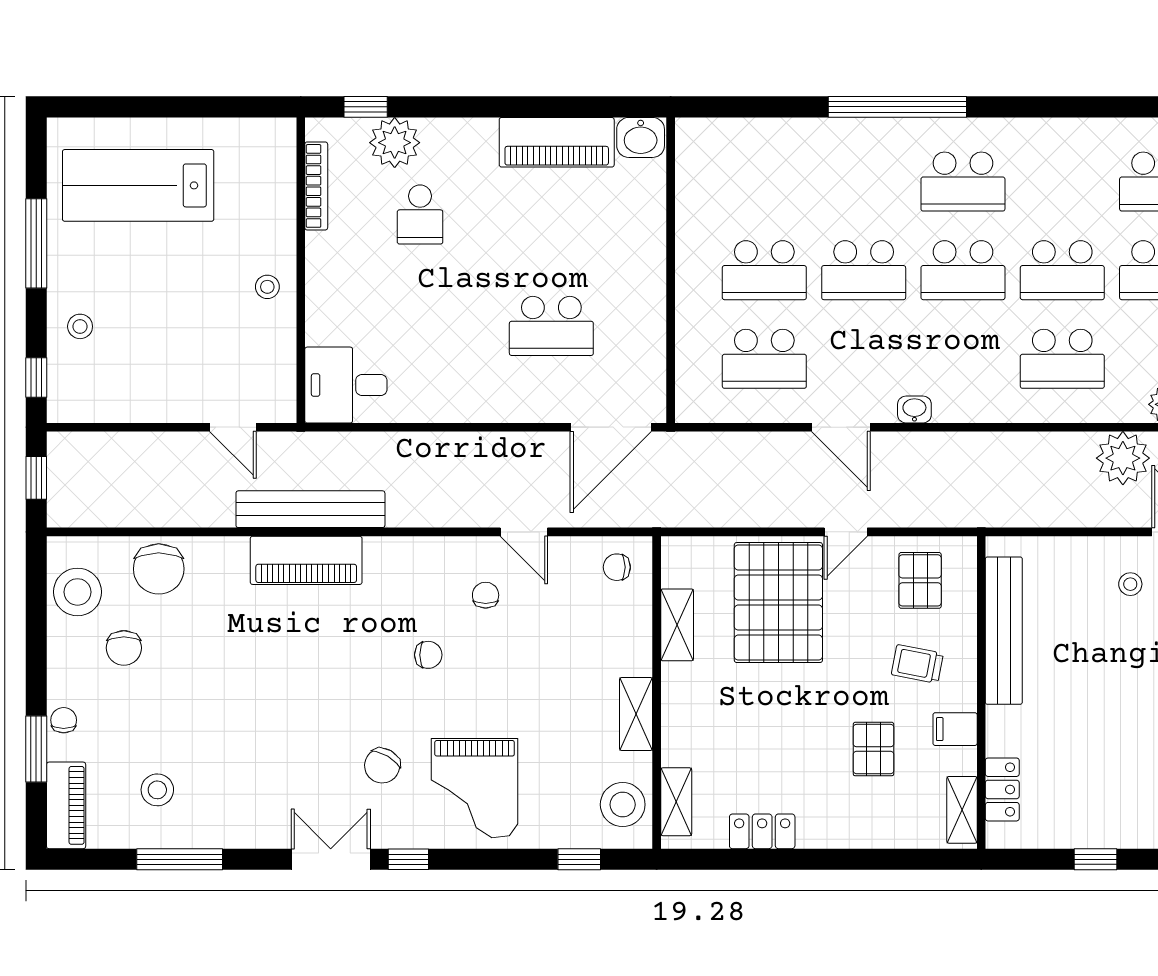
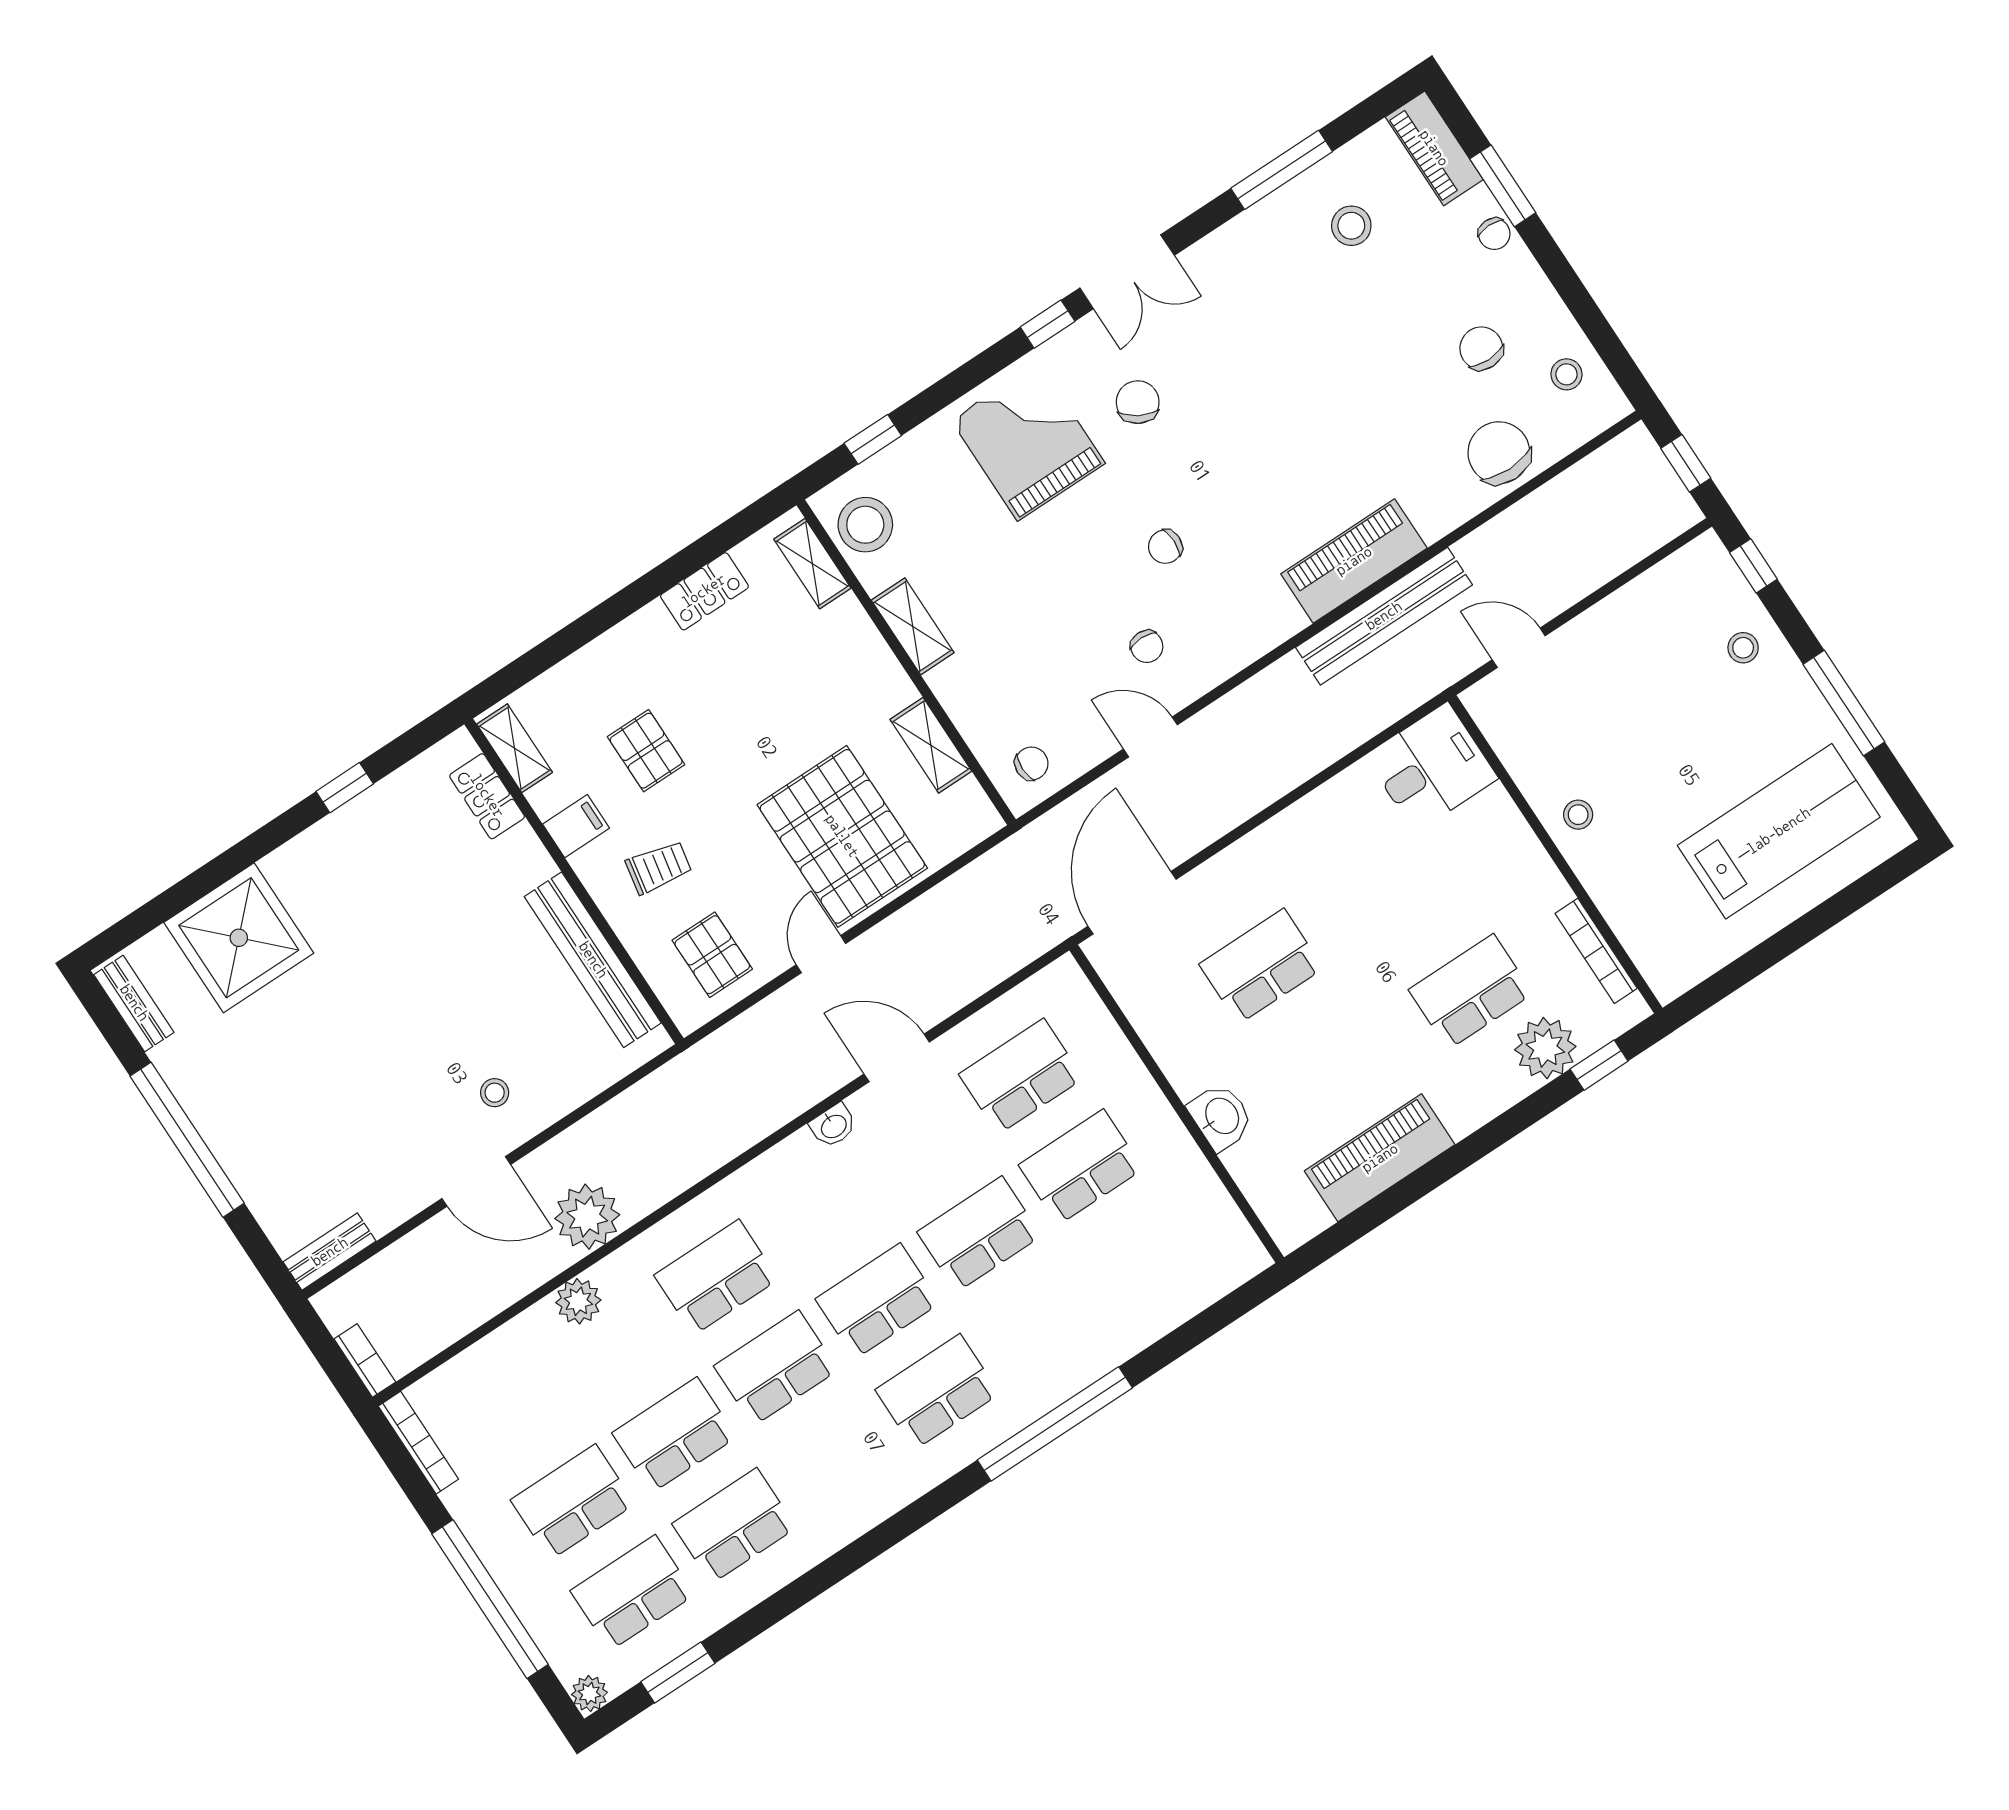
washbasin: (641, 137) -> (1221, 1117), moved, turned 90
school desk: (420, 214) -> (1471, 992), width x1.85
stool: (78, 592) -> (1566, 374), width x0.53, depth x0.53

